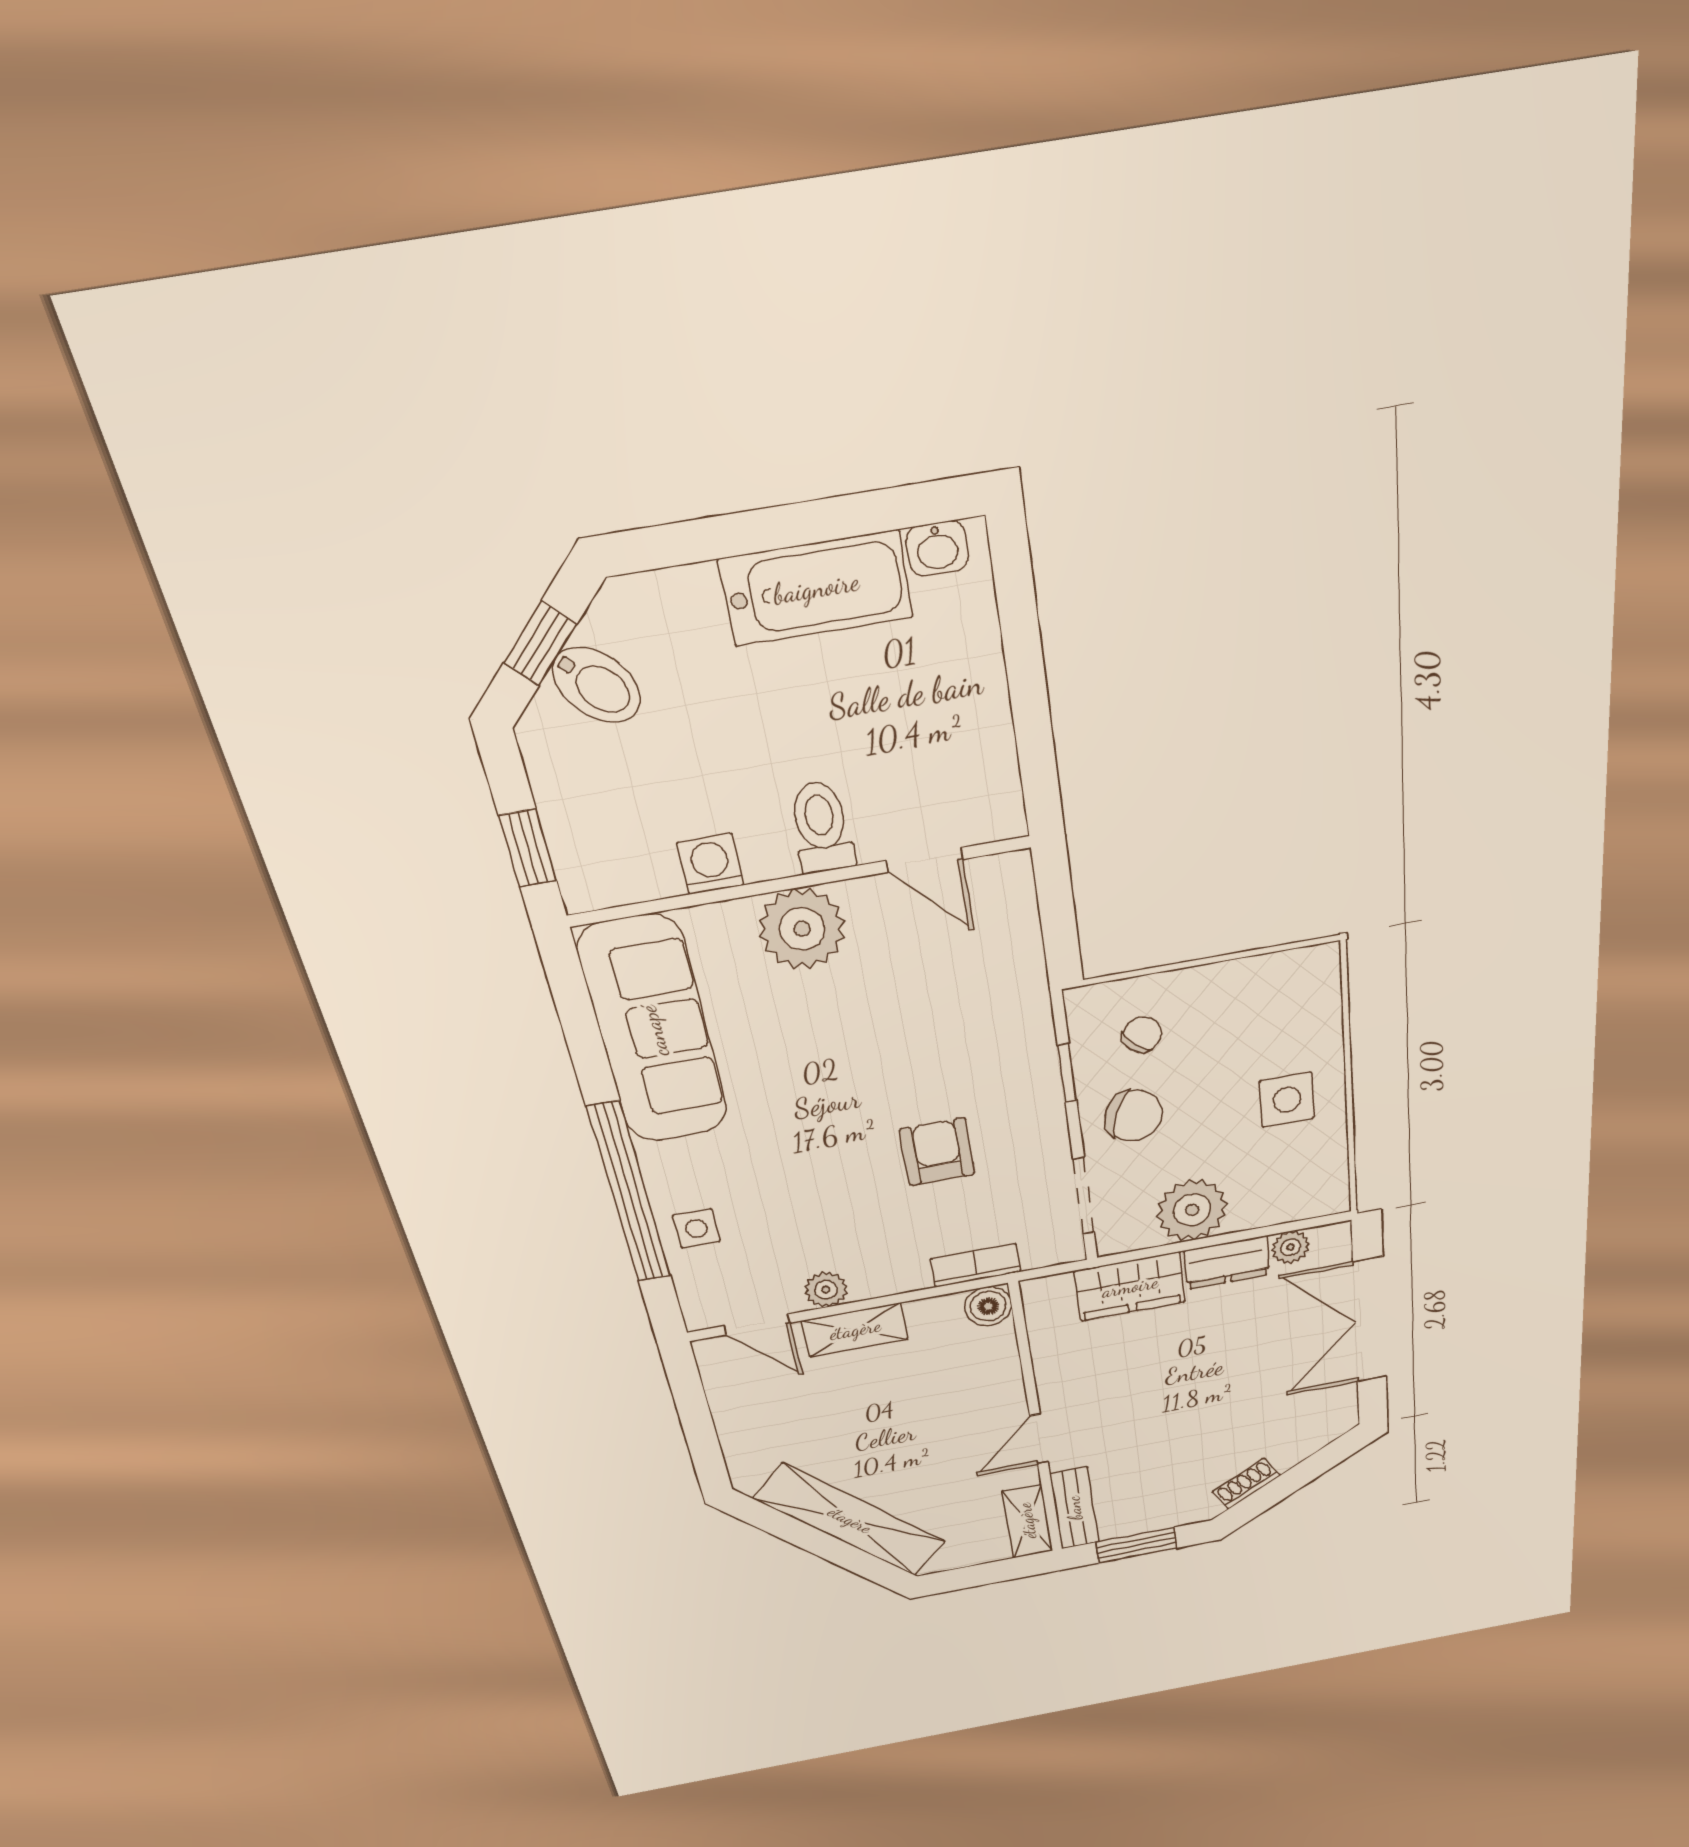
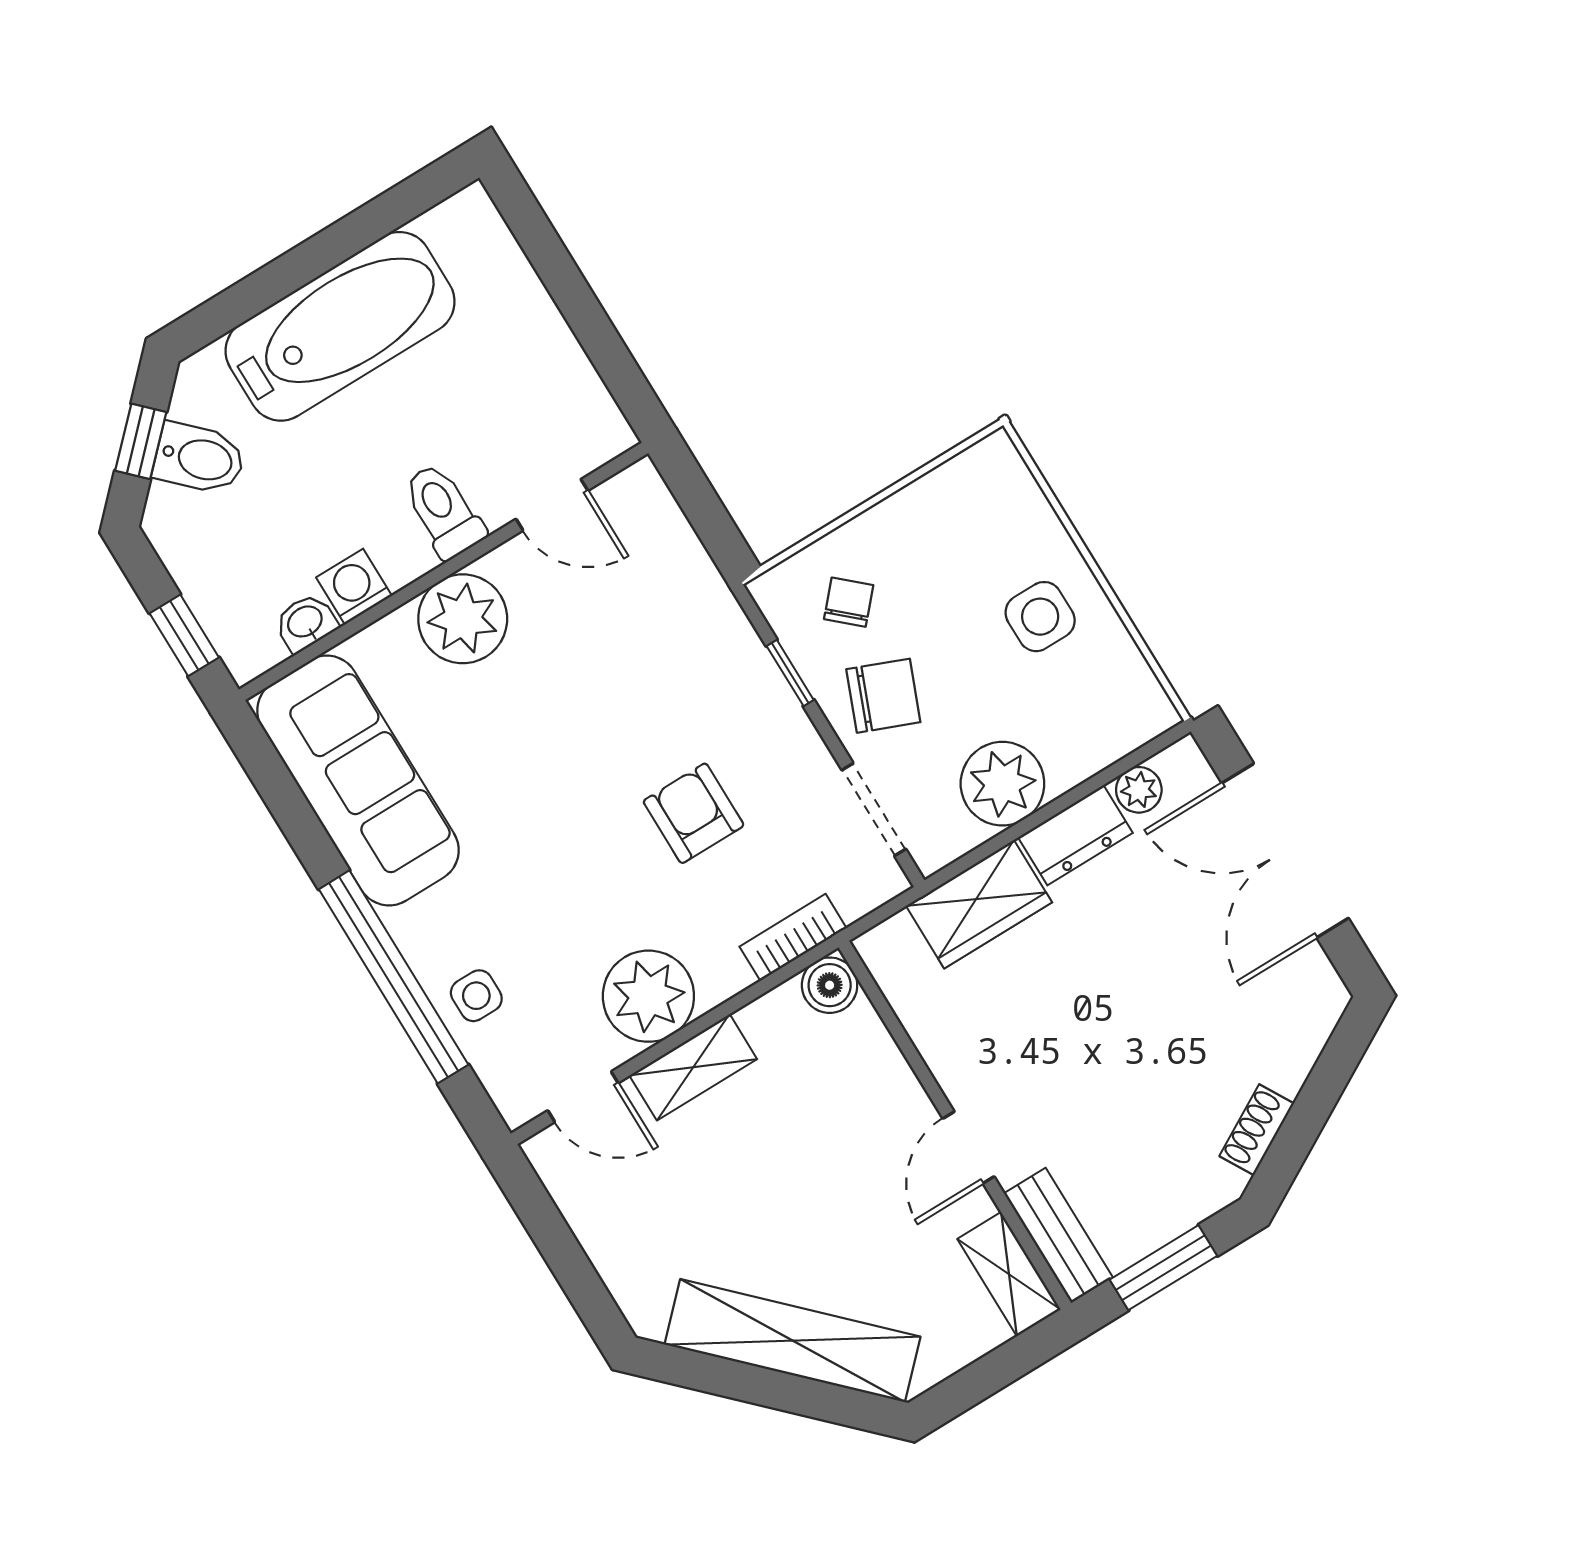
washbasin: (937, 549) -> (306, 623), moved, turned 180
bathtub: (816, 588) -> (340, 326), width x1.36, depth x1.36
plant: (826, 1290) -> (648, 996), width x1.88, depth x1.88

